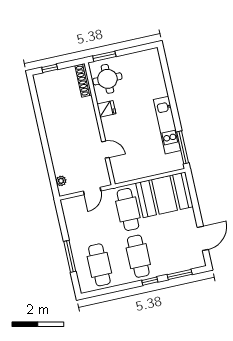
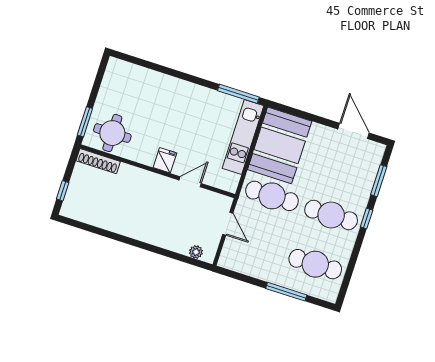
fridge: (106, 109) -> (165, 160), moved
kitchen unit: (167, 125) -> (243, 137), moved, turned 90

